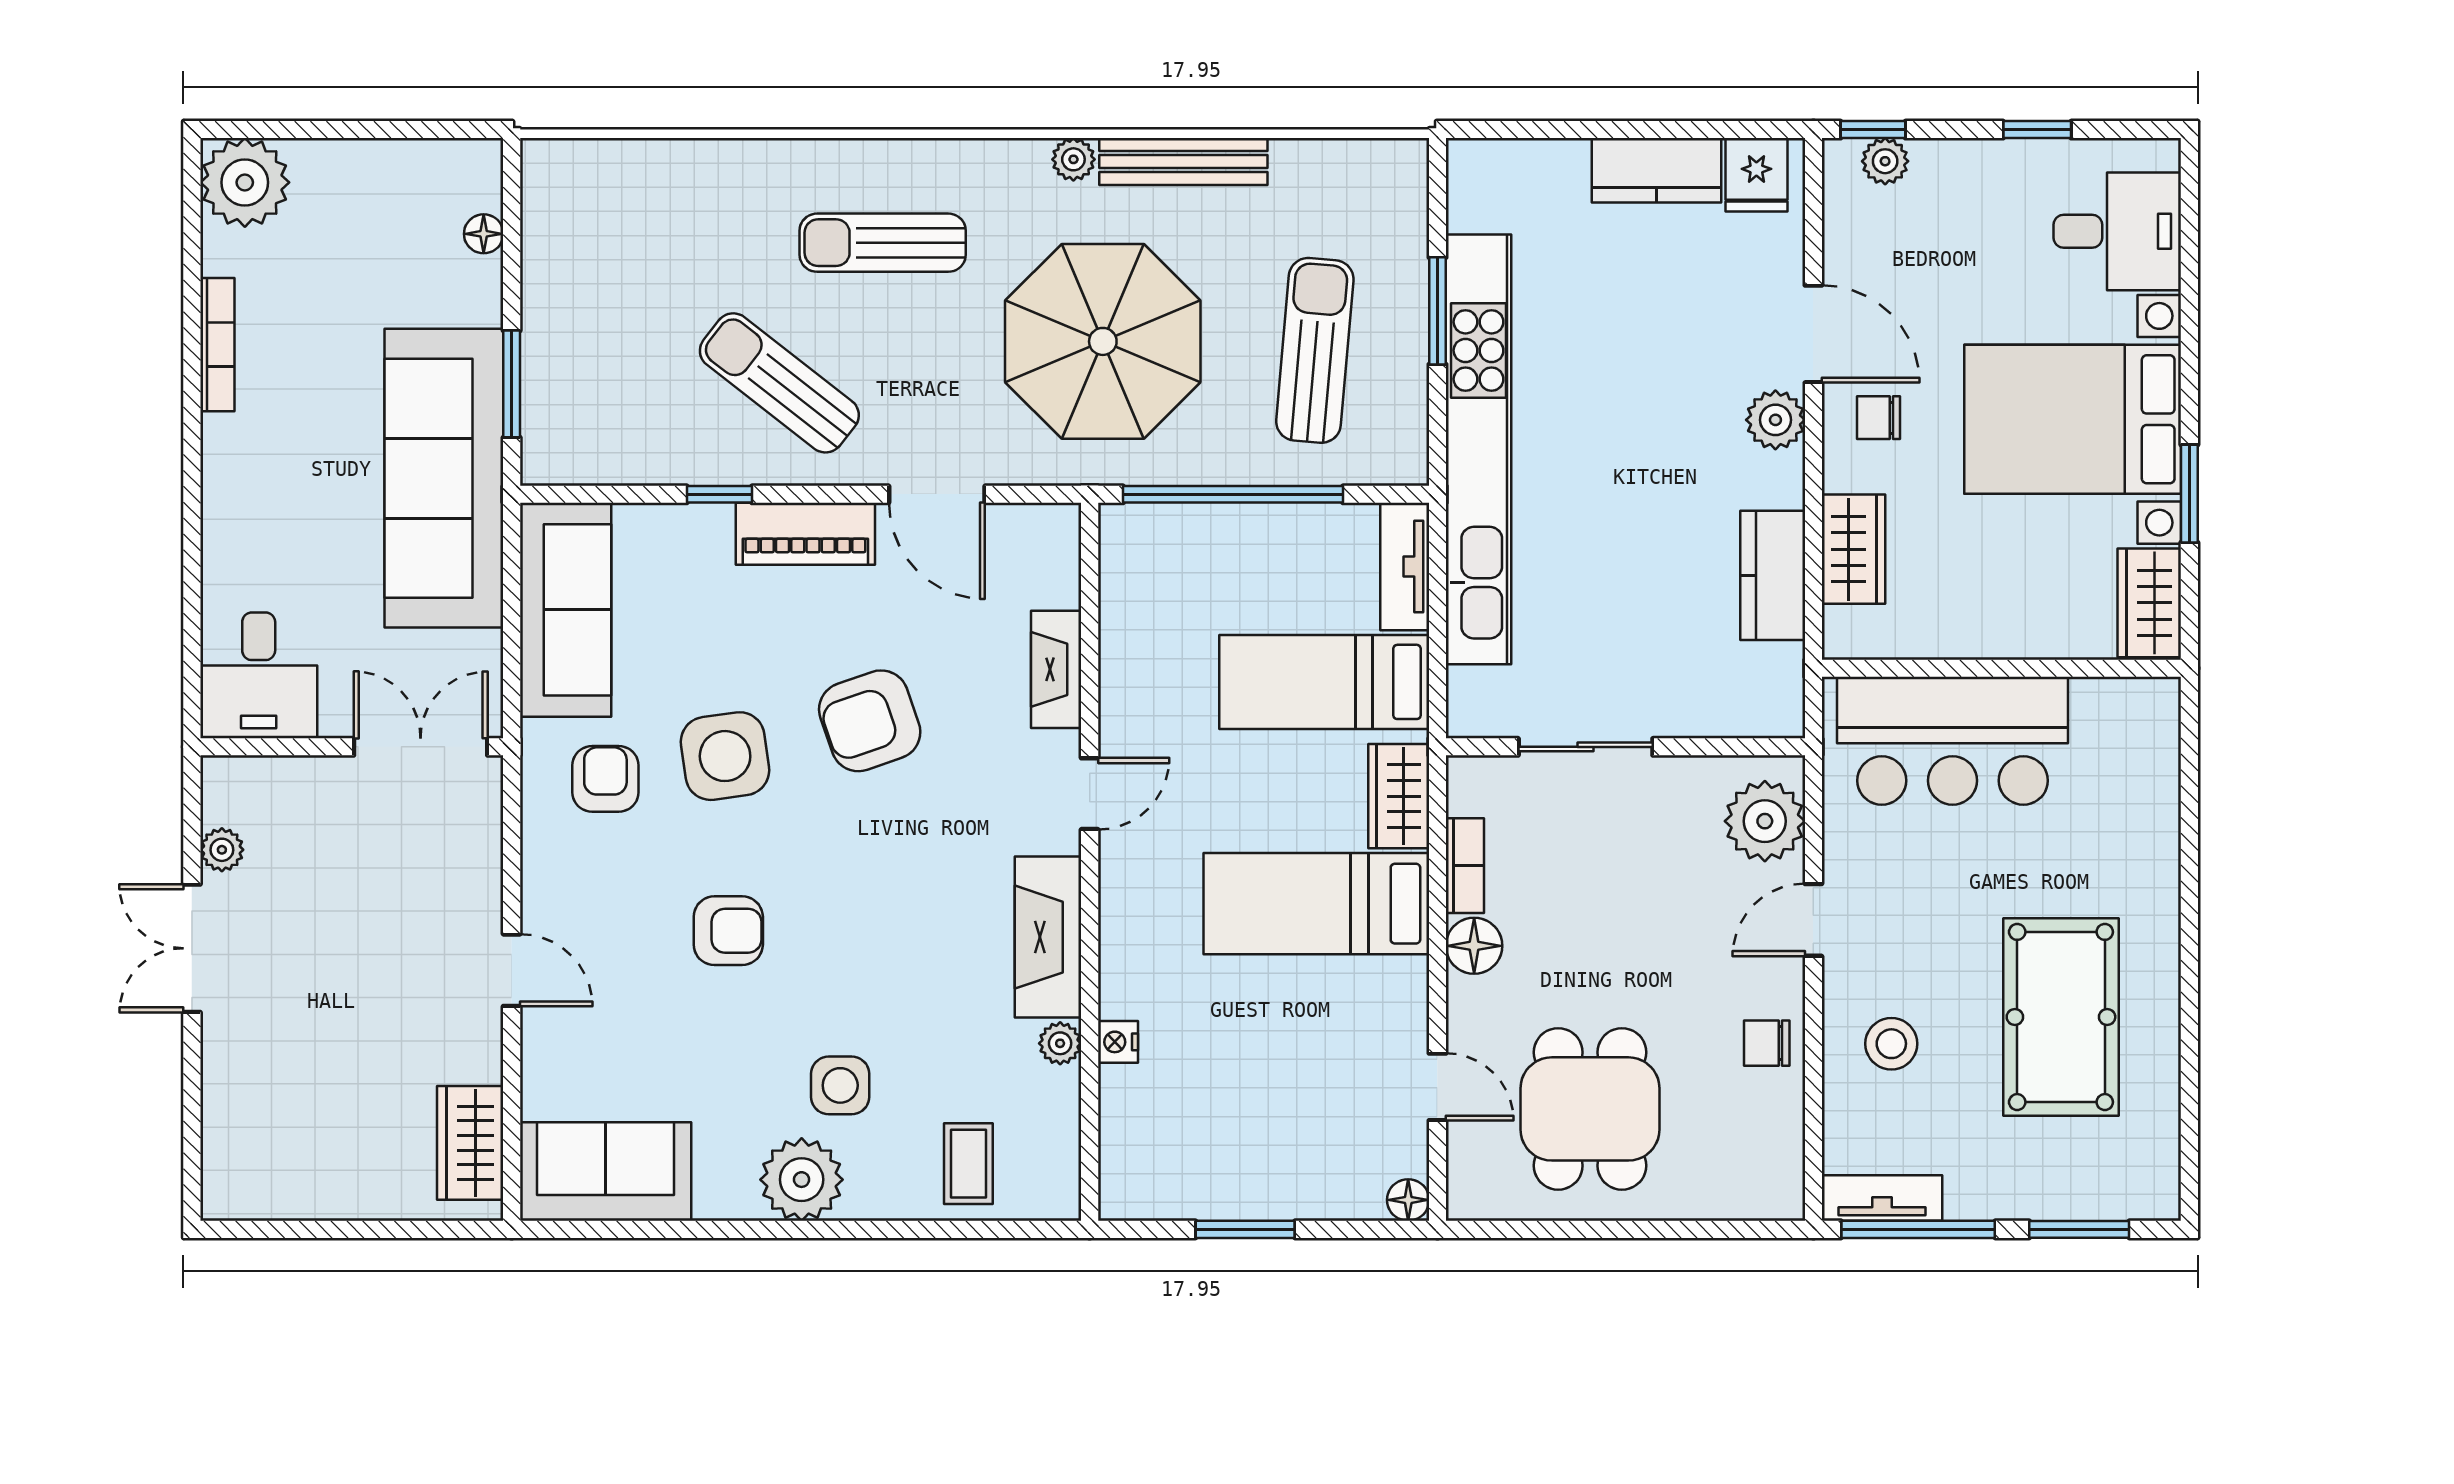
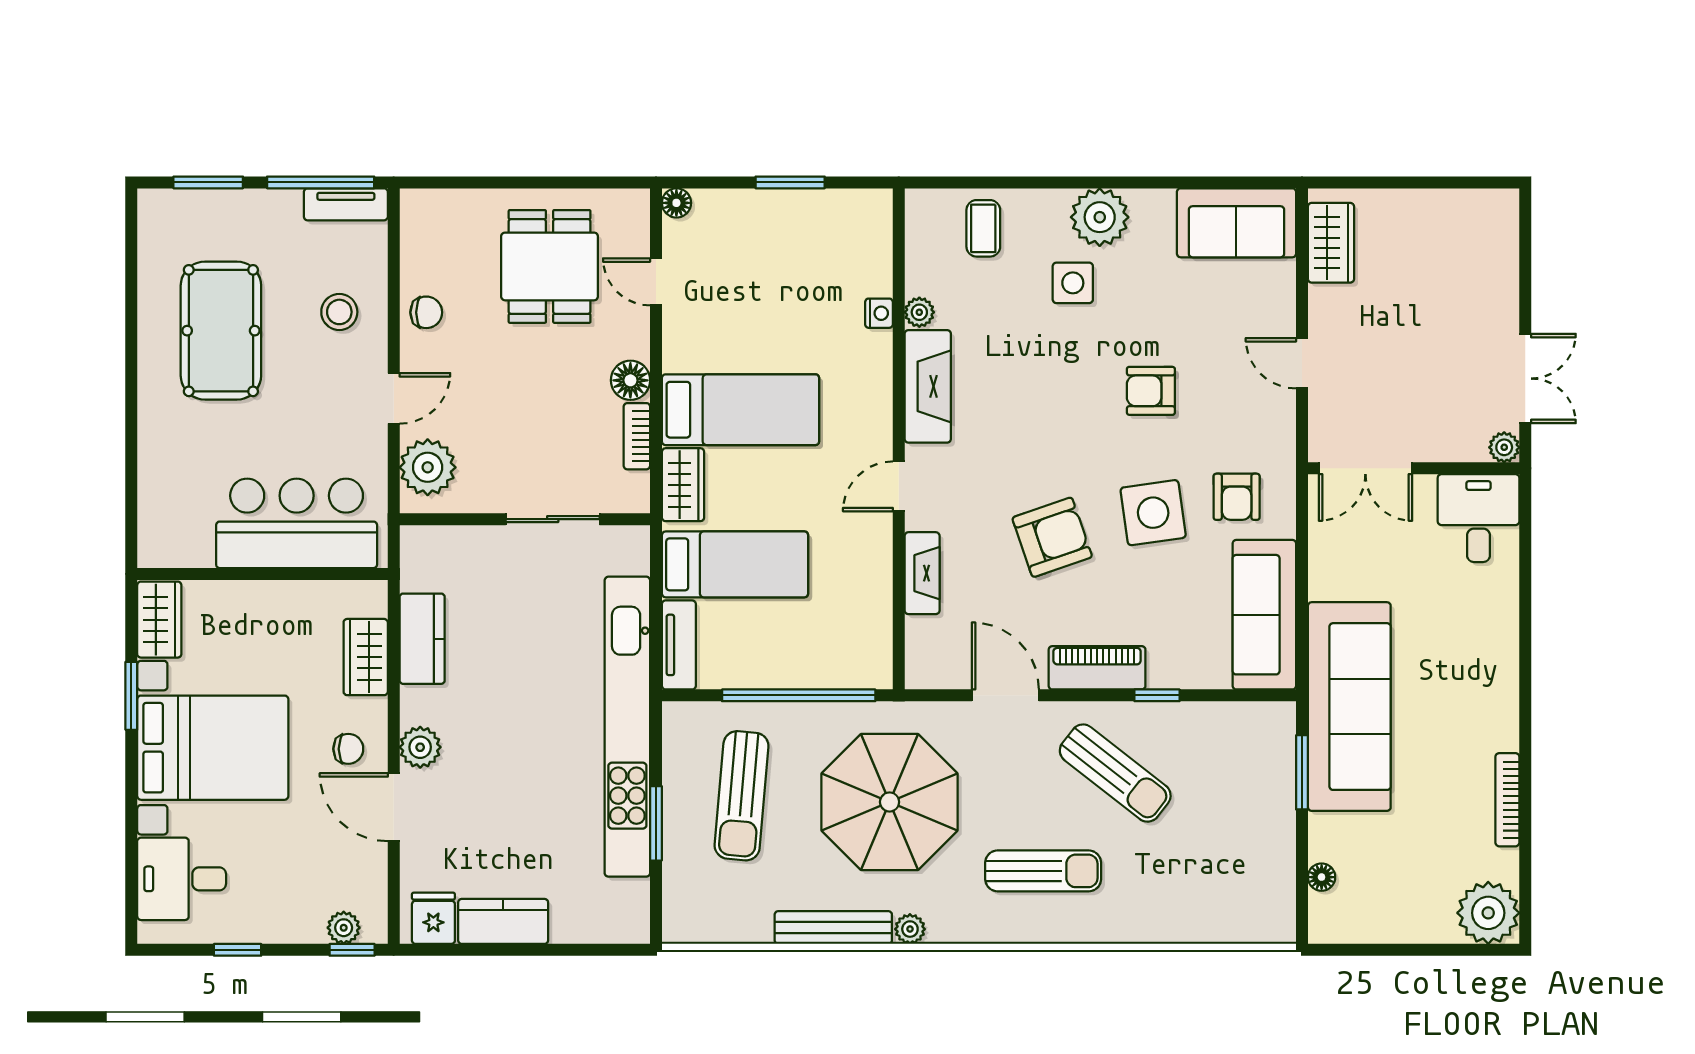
desk: (259, 675) -> (1479, 518), moved
wall: (352, 747) -> (1414, 468), moved
double door: (421, 747) -> (1365, 468), moved

